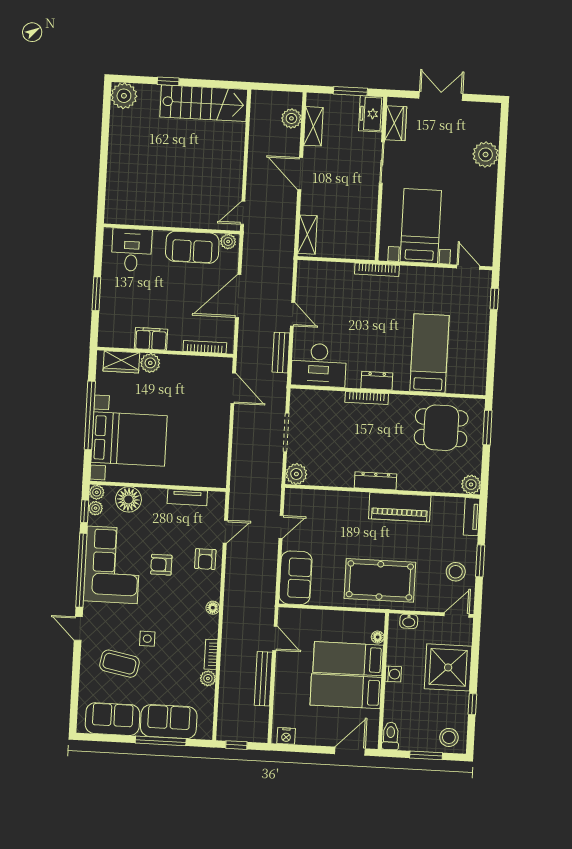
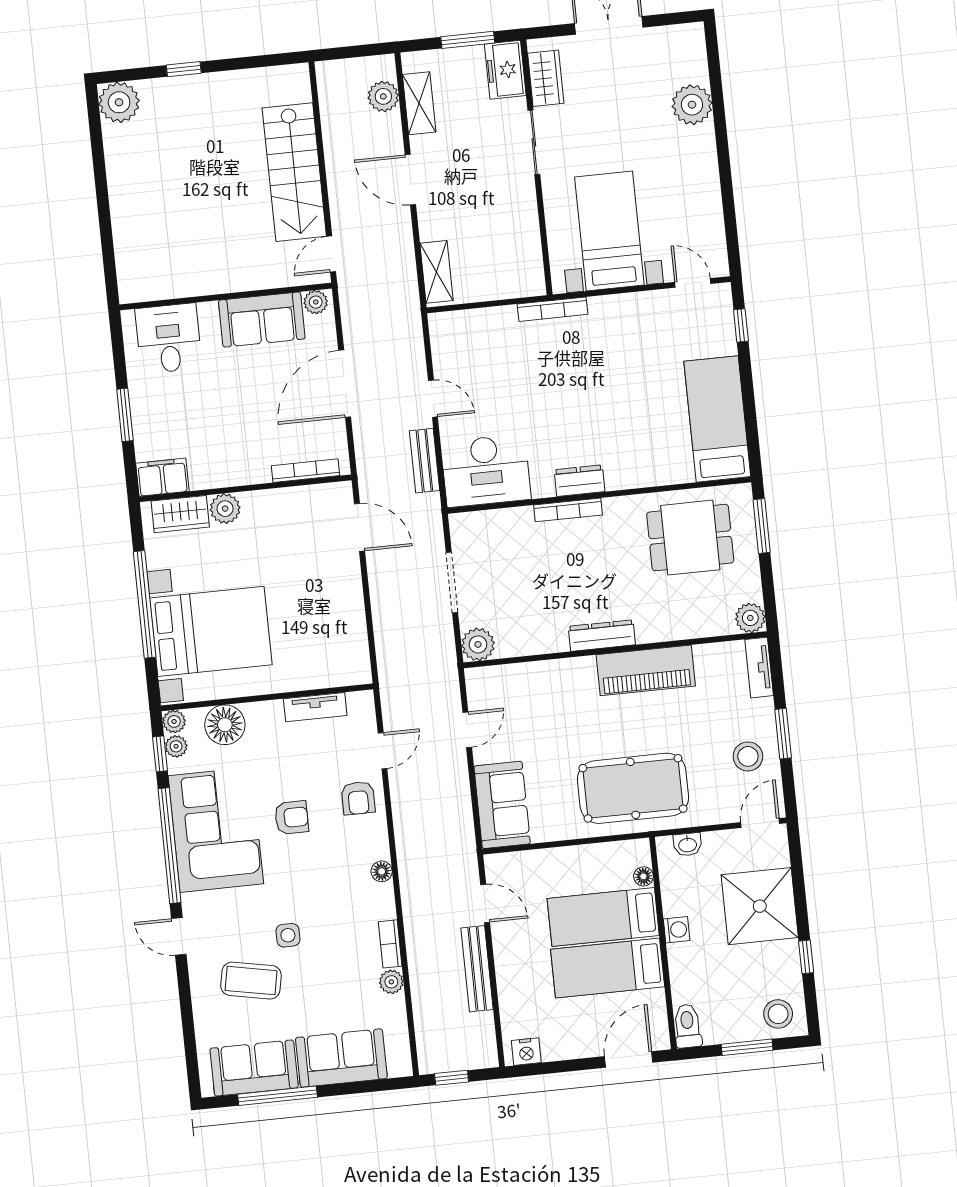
stairs: (204, 103) -> (294, 172), moved, turned 90
filing cabinet: (151, 339) -> (162, 477), moved
bed: (429, 353) -> (717, 419), moved
armchair: (161, 565) -> (292, 818), turned 180
window: (161, 741) -> (278, 1096), moved

